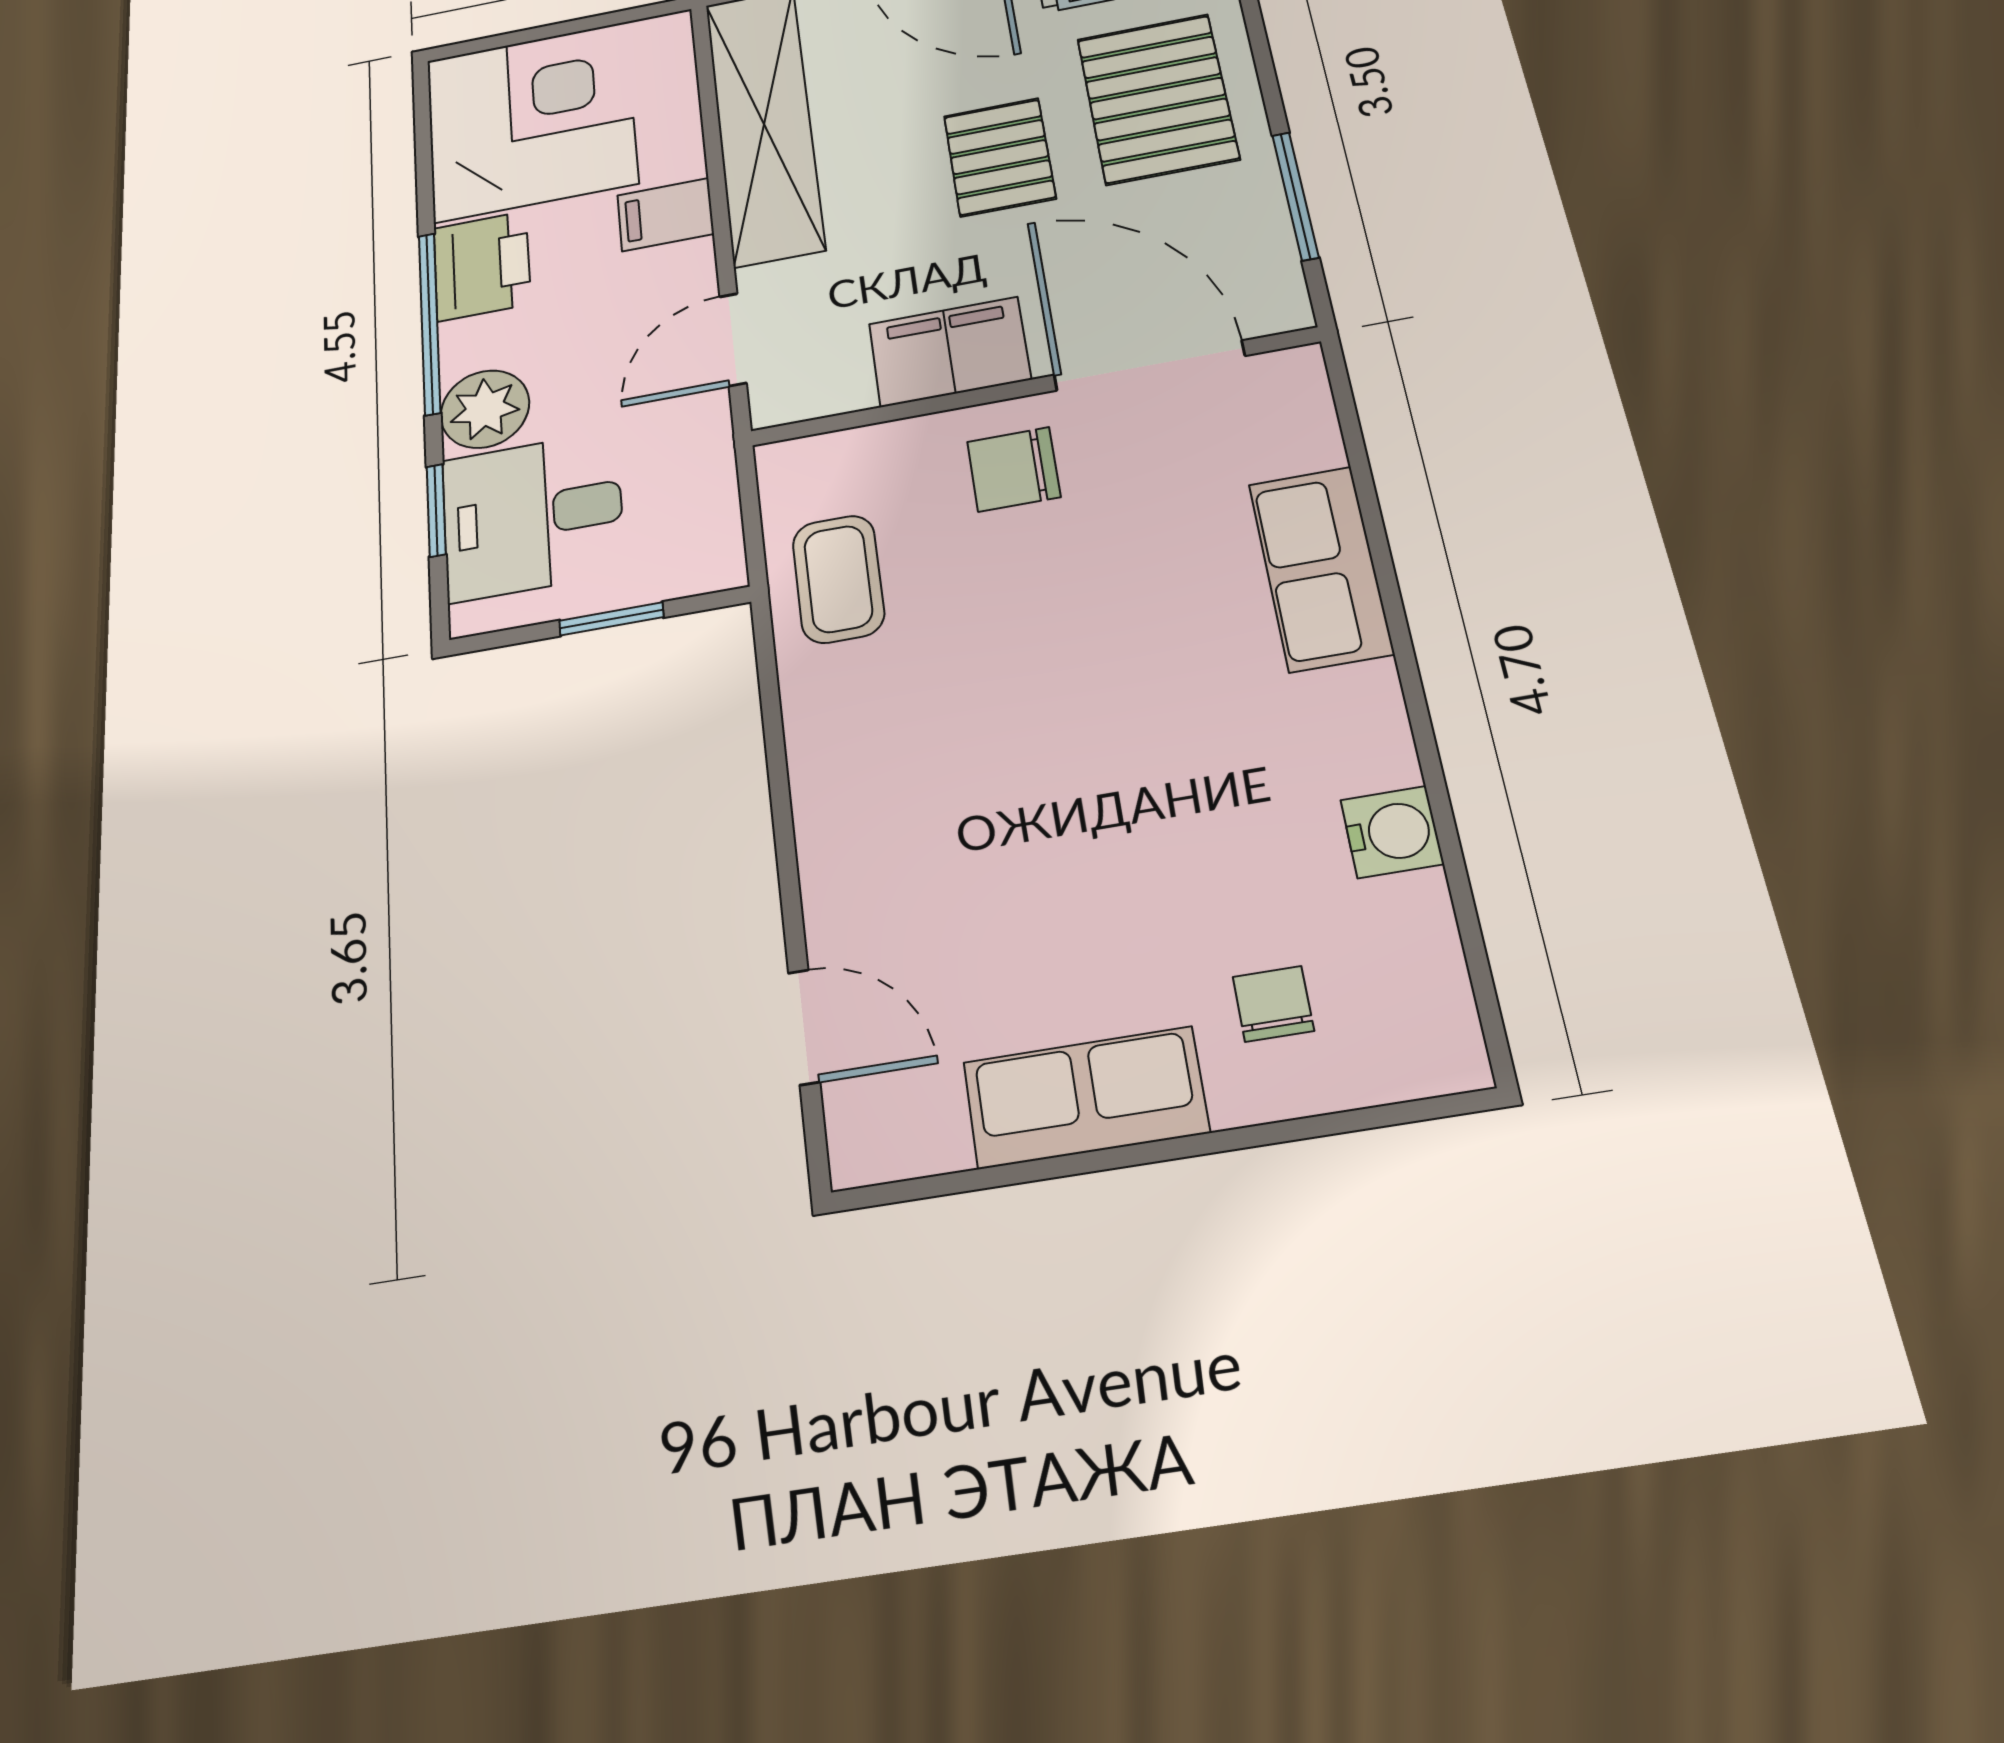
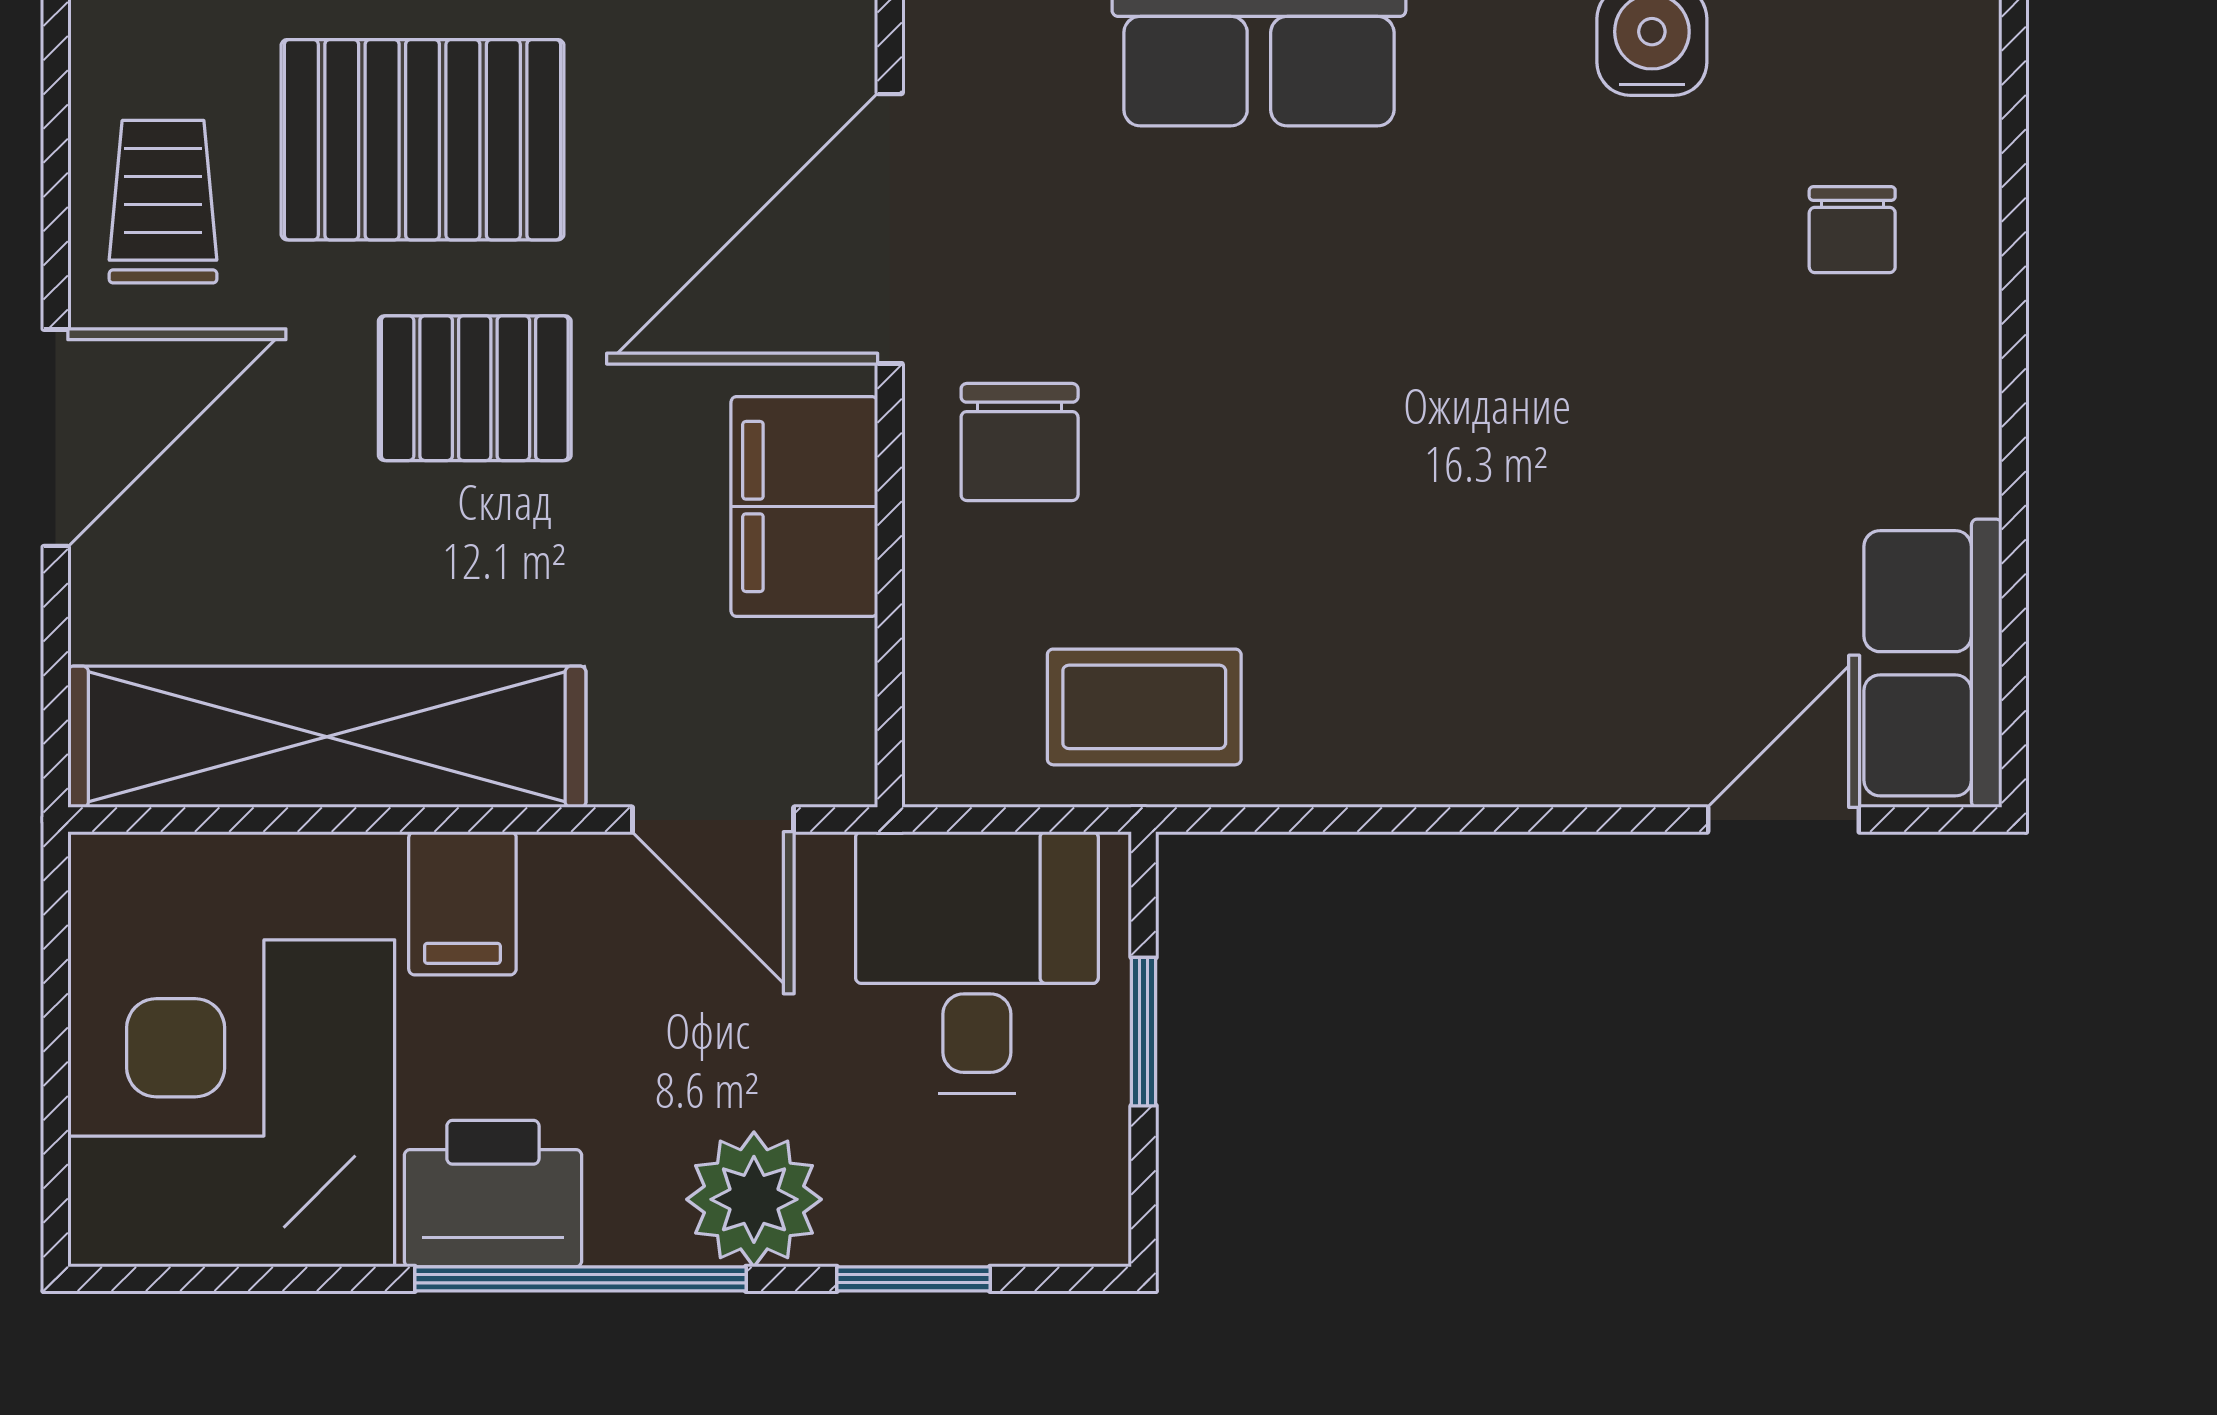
desk: (533, 516) -> (977, 962), moved, turned 180
chair: (1273, 1004) -> (1852, 230), turned -90
row of seats: (1085, 1097) -> (1933, 663), moved

